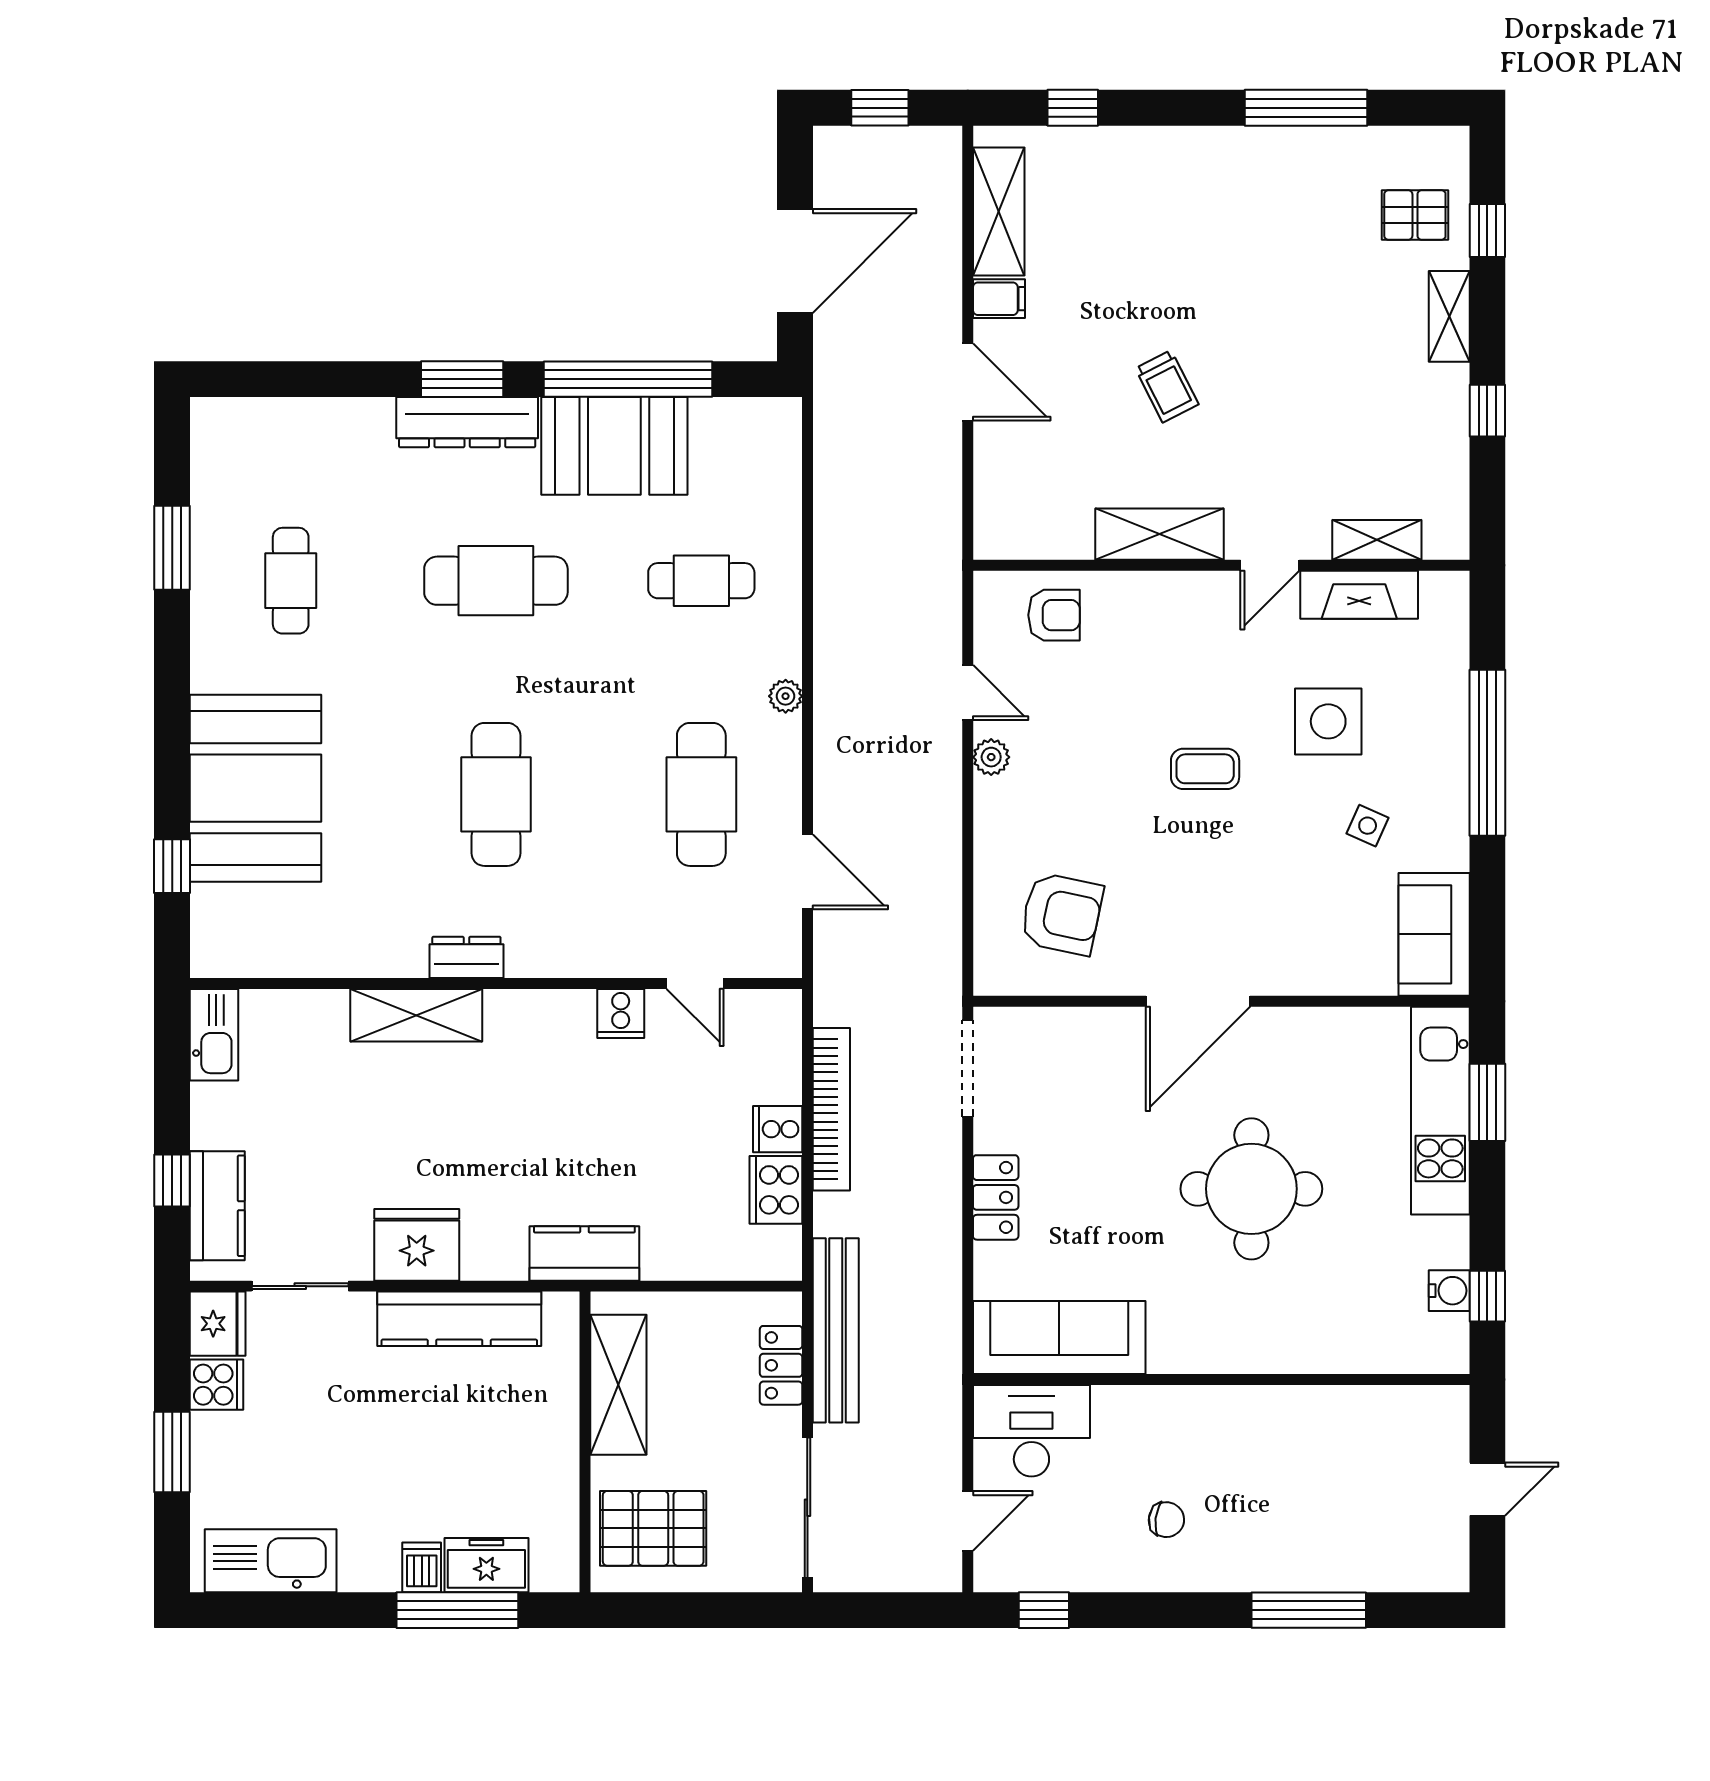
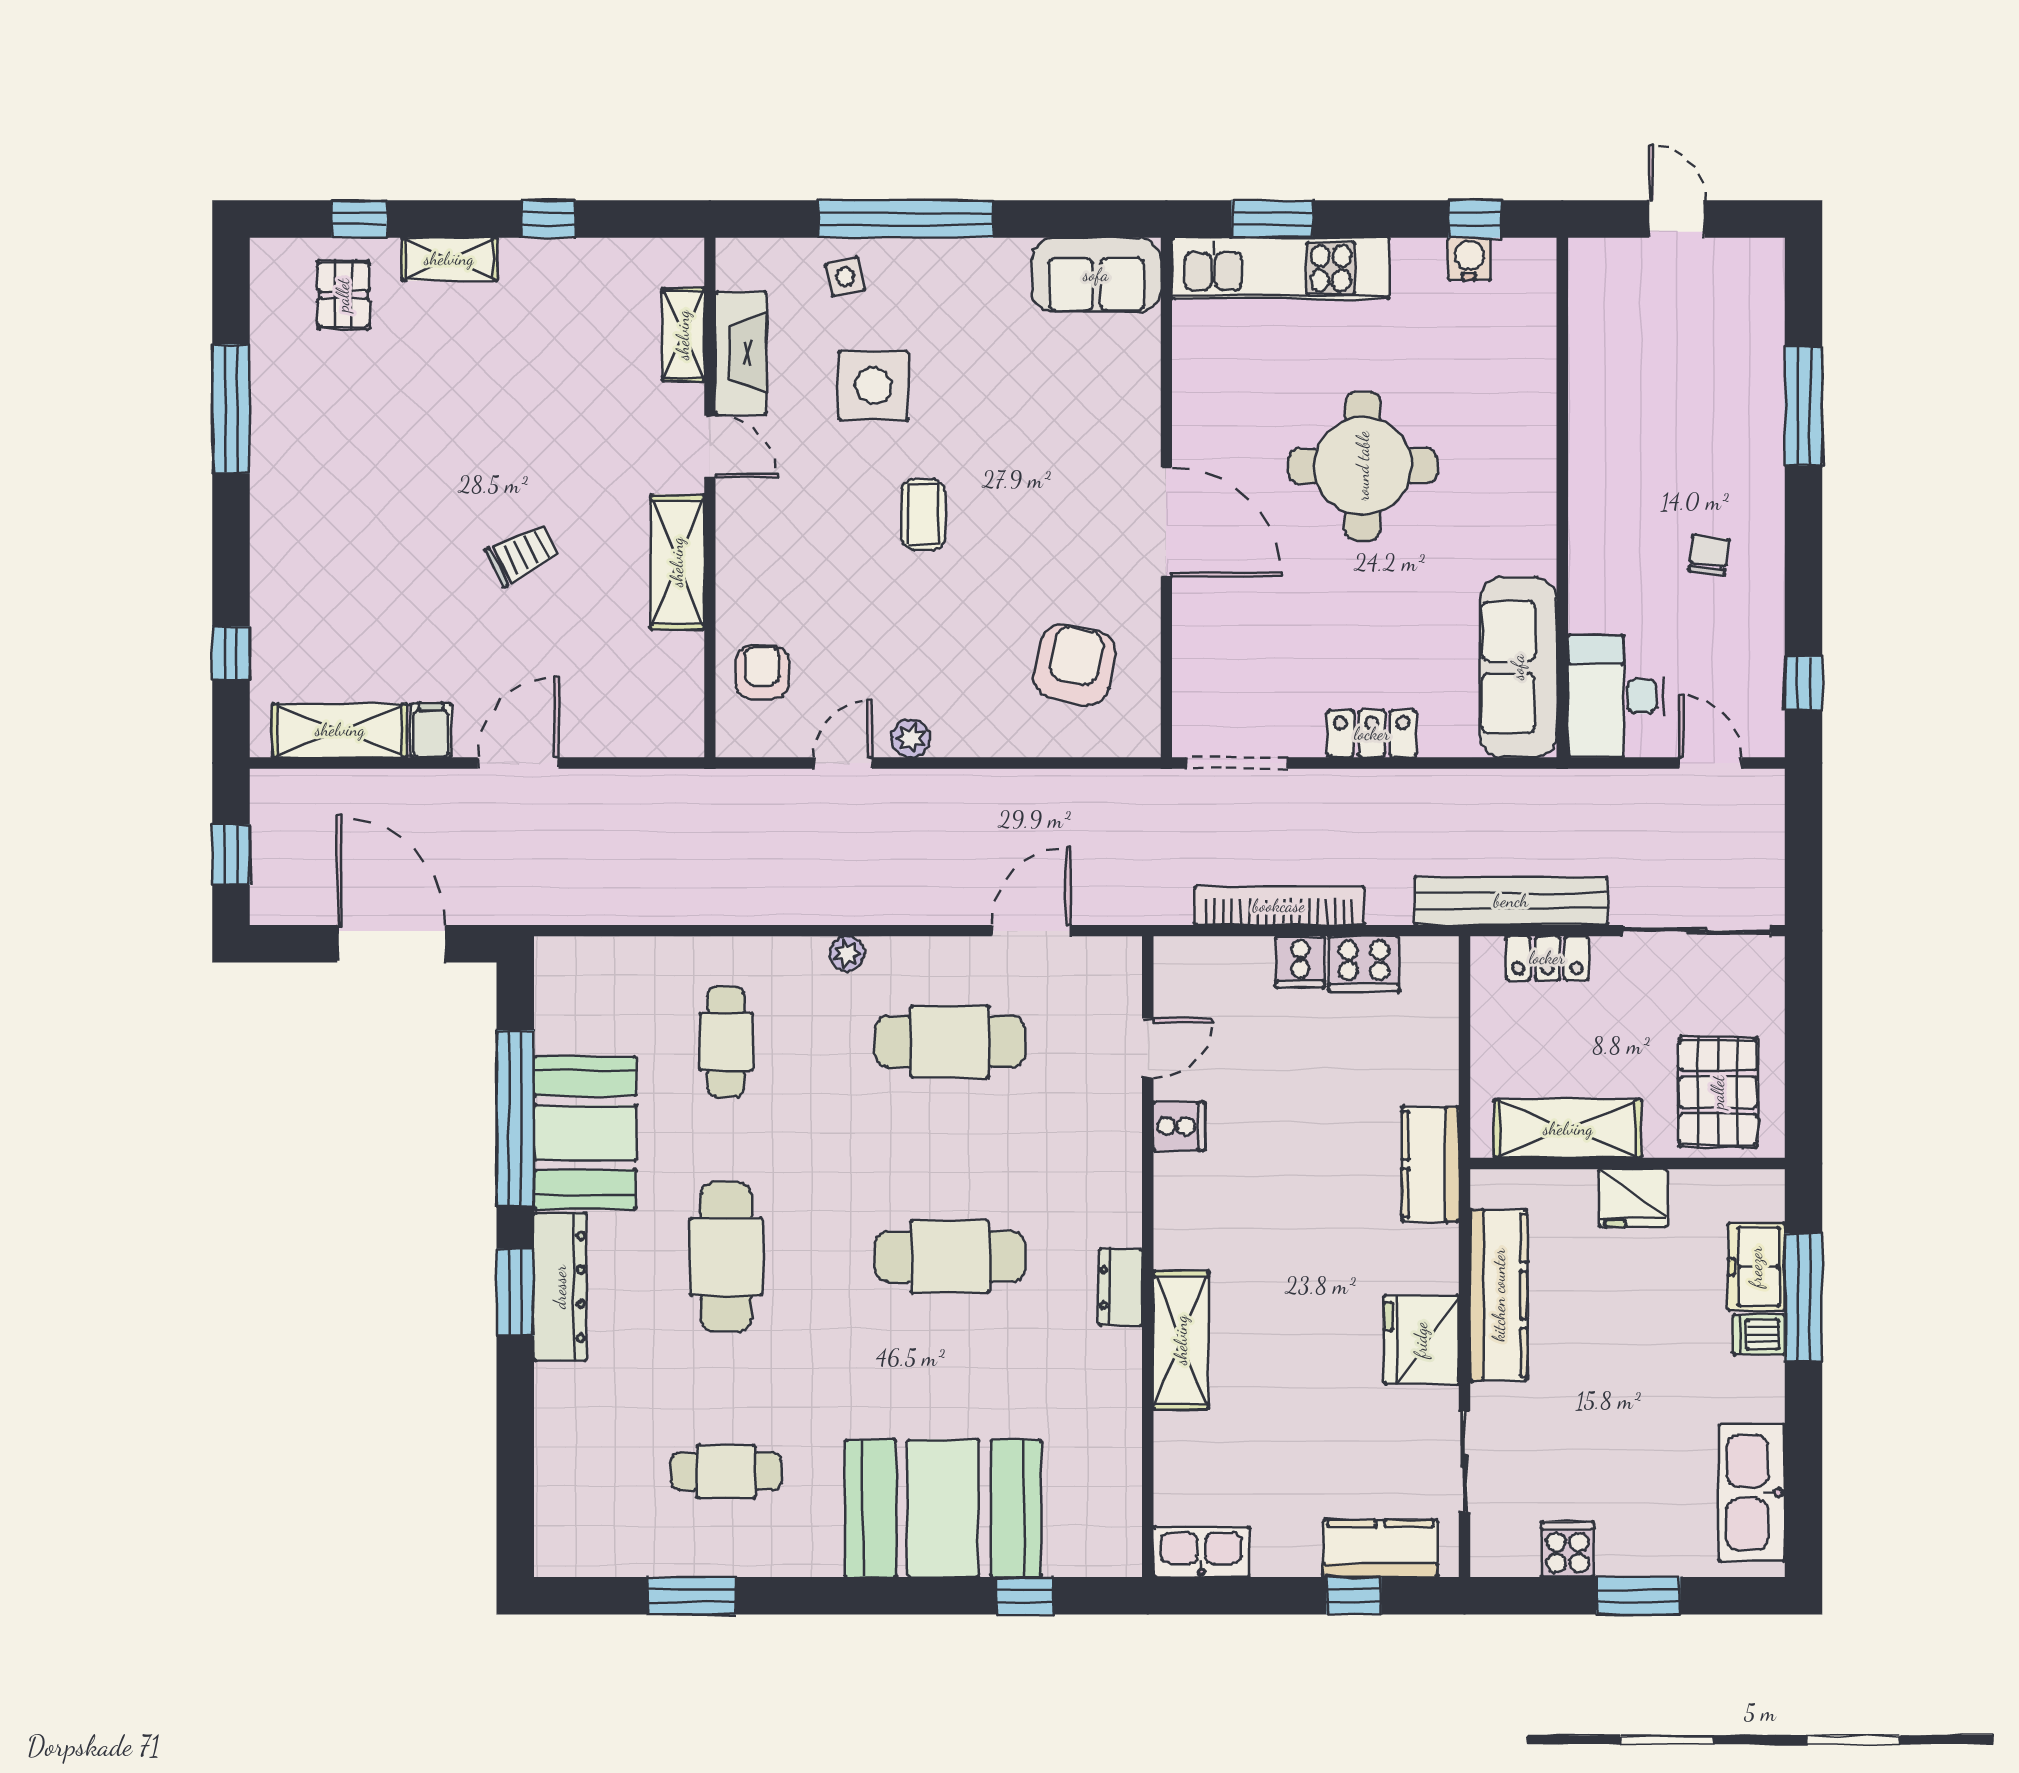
side table: (1368, 826) -> (845, 277), moved, turned -36
fridge: (218, 1324) -> (1633, 1198), moved, turned 180

